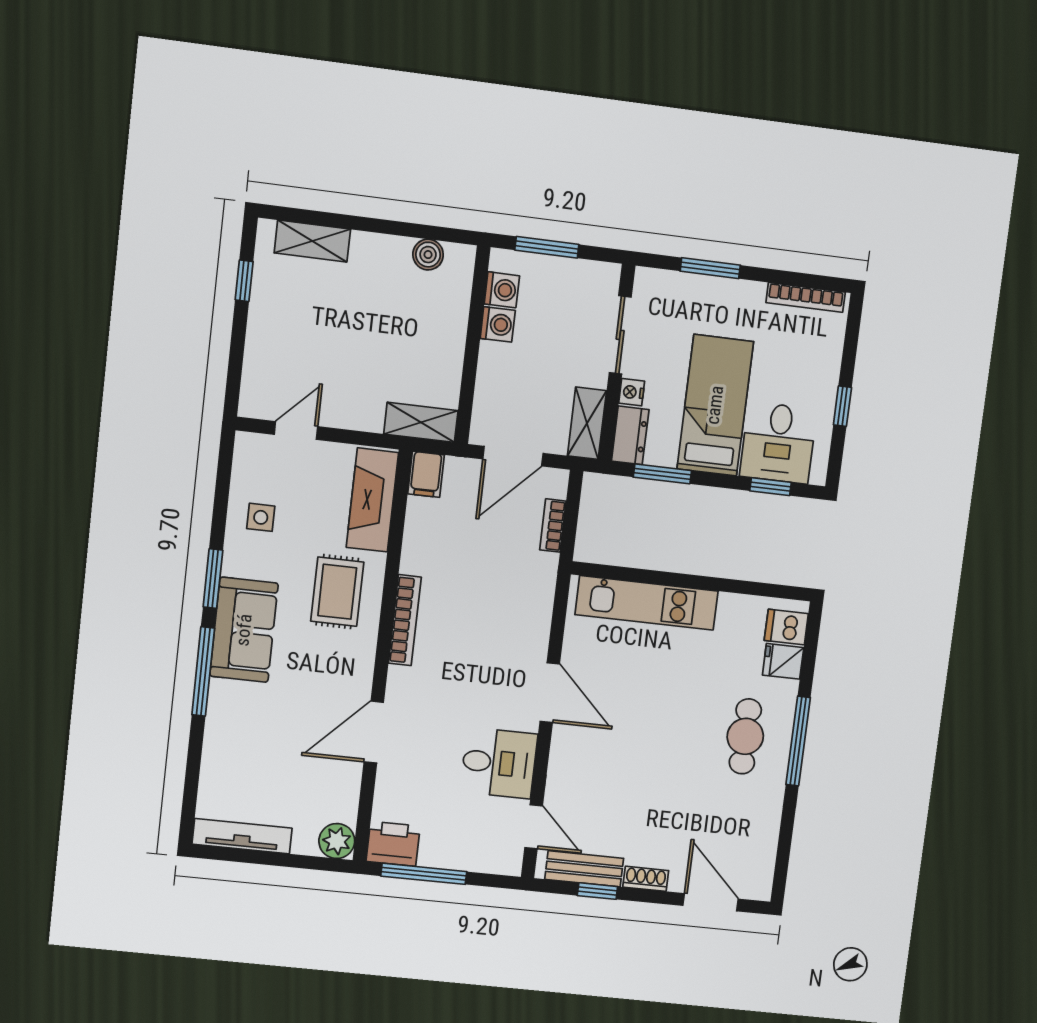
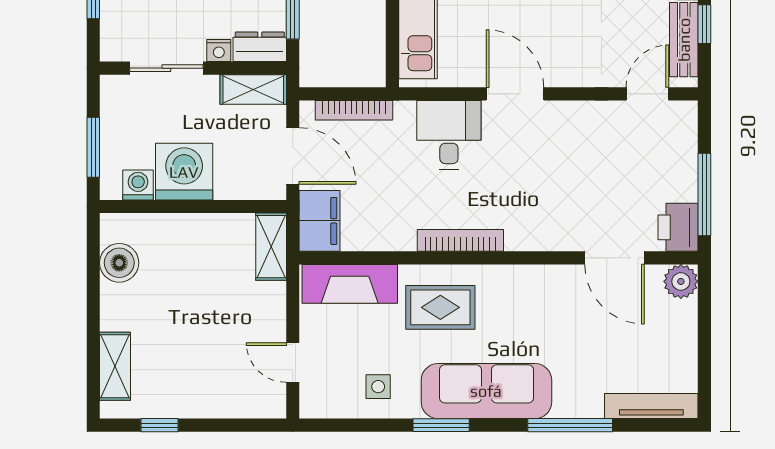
boiler: (428, 255) -> (119, 263), width x1.36, depth x1.36
washing machine: (498, 324) -> (184, 172), width x1.89, depth x1.89
filing cabinet: (426, 474) -> (320, 221), width x2.00
bookcase: (553, 525) -> (354, 110), width x1.56
sofa: (244, 630) -> (486, 391), width x1.36
window: (203, 672) -> (570, 425), moved
door: (550, 693) -> (515, 94), hinge flipped
door: (374, 732) -> (615, 258), moved
desk: (499, 763) -> (449, 135), moved
tv unit: (242, 836) -> (651, 406), moved, turned 90

